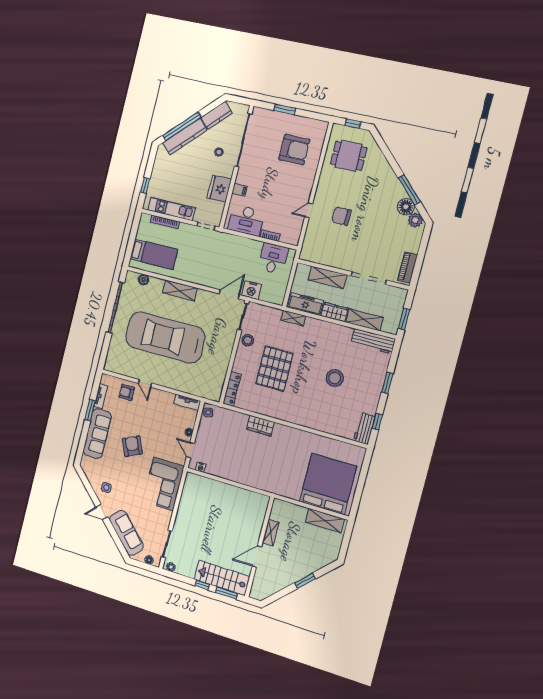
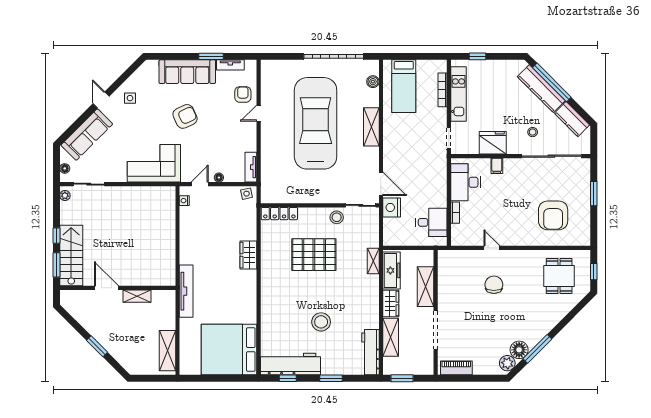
workbench: (364, 428) -> (291, 364), width x1.88, depth x1.32
bed: (328, 484) -> (229, 350), moved, turned 180
tv unit: (277, 489) -> (186, 291), added

